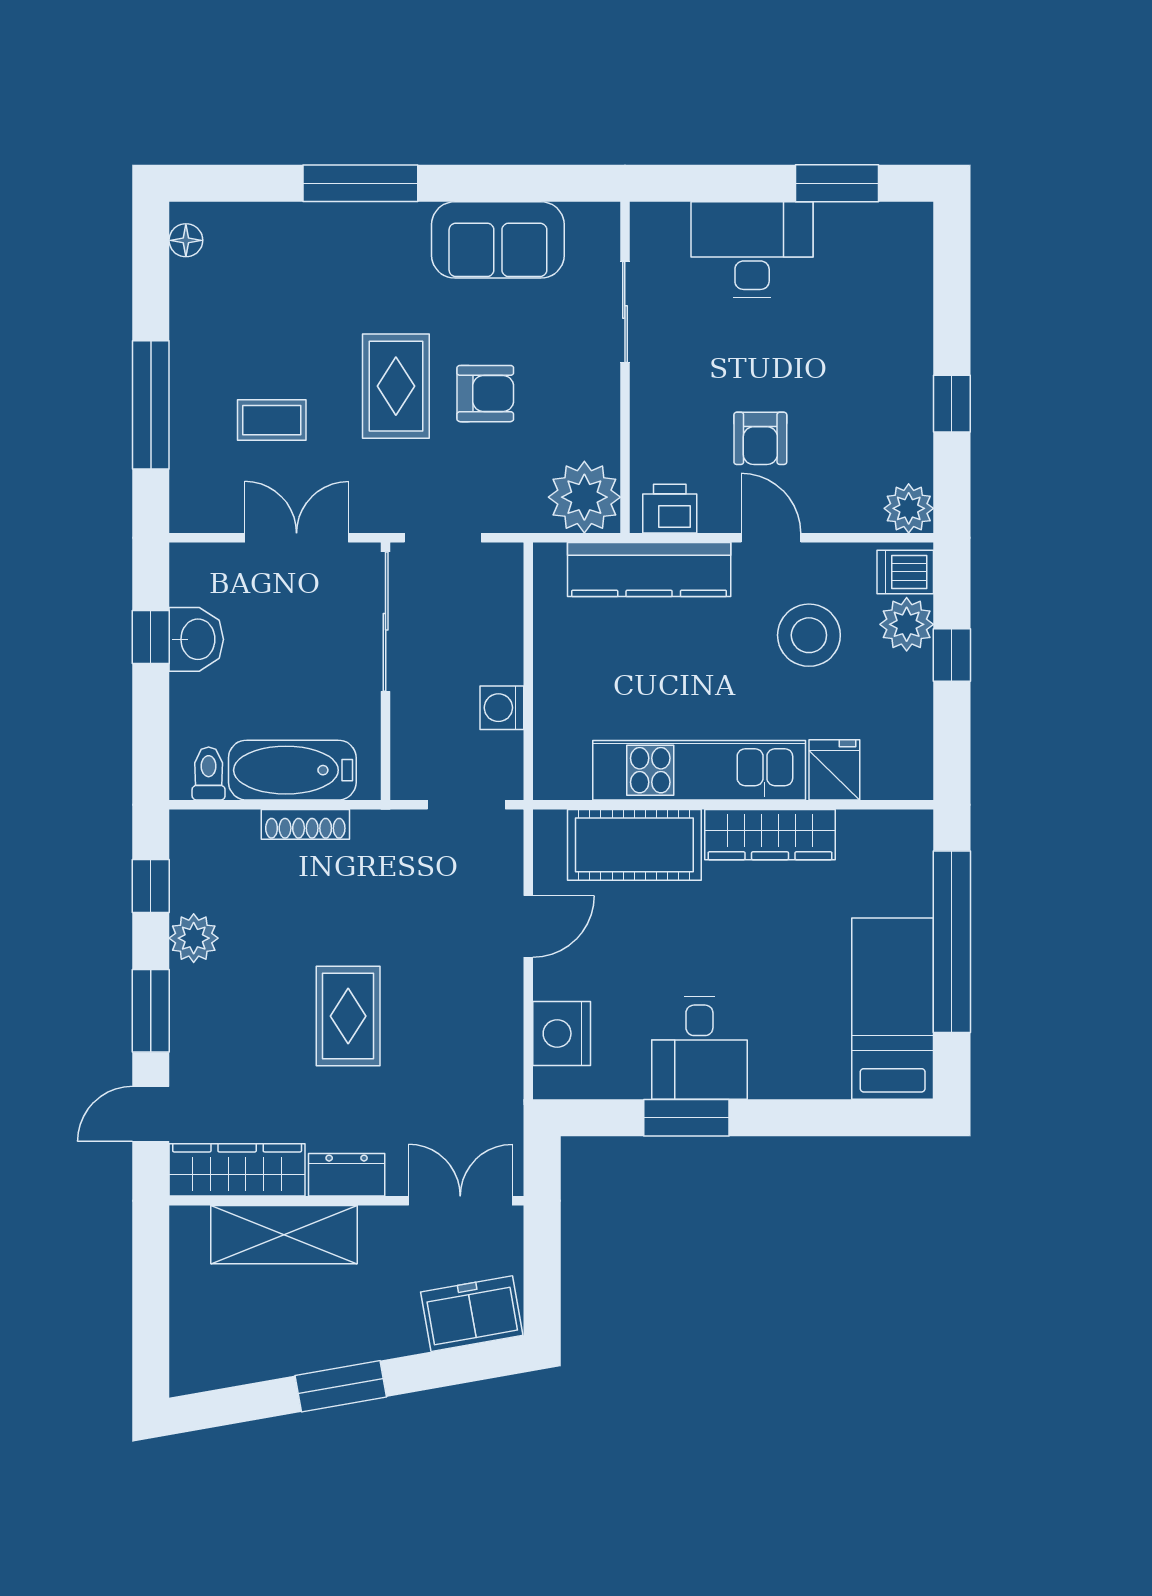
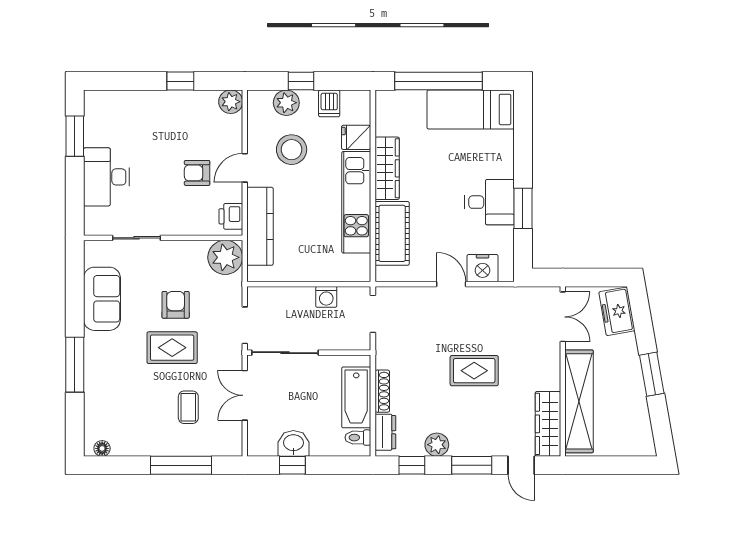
armchair: (760, 438) -> (197, 173), turned 180
dishwasher: (905, 572) -> (329, 103), moved
door: (528, 926) -> (451, 284), moved
dresser: (347, 1175) -> (385, 432), moved, turned 180
double door: (460, 1201) -> (563, 317), swing flipped
shelving: (284, 1235) -> (579, 401), width x1.47

